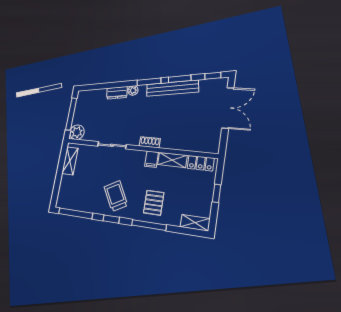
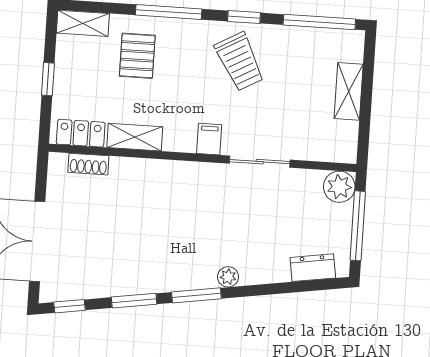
bench: (172, 88) -> (147, 281), removed
dresser: (117, 93) -> (313, 268), moved
shoe rack: (150, 142) -> (88, 164), moved
filing cabinet: (152, 159) -> (209, 139), moved
shelving: (70, 161) -> (349, 91), moved
pallet: (154, 203) -> (137, 56), moved

